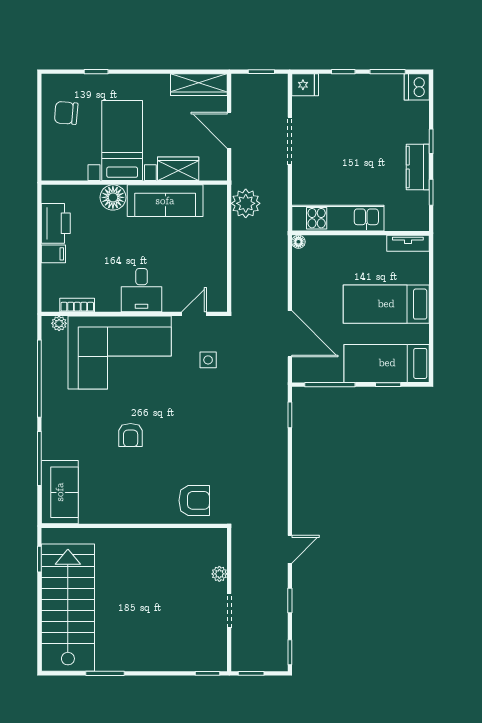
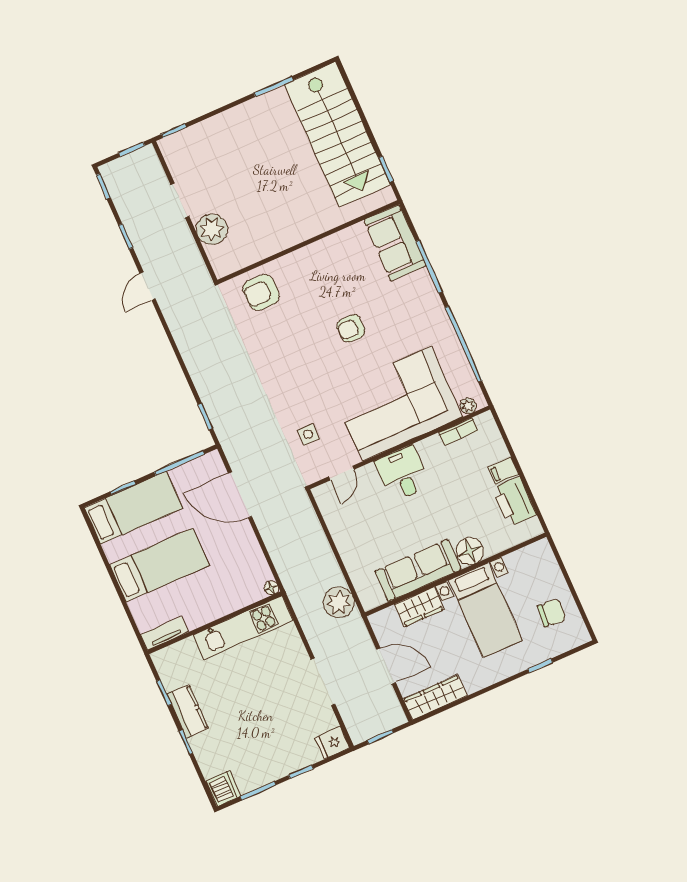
armchair: (131, 435) -> (351, 328), turned -90
plant: (219, 574) -> (212, 229), width x1.88, depth x1.88

